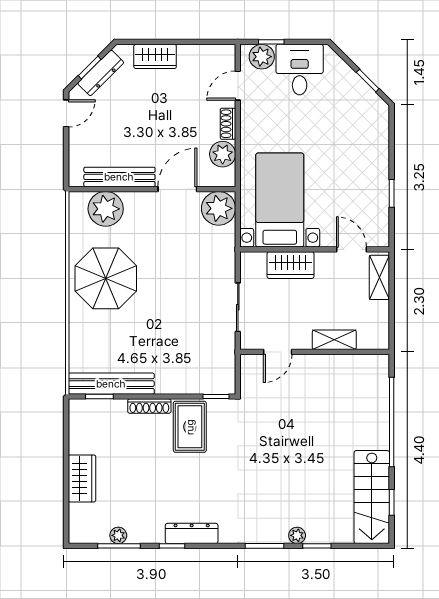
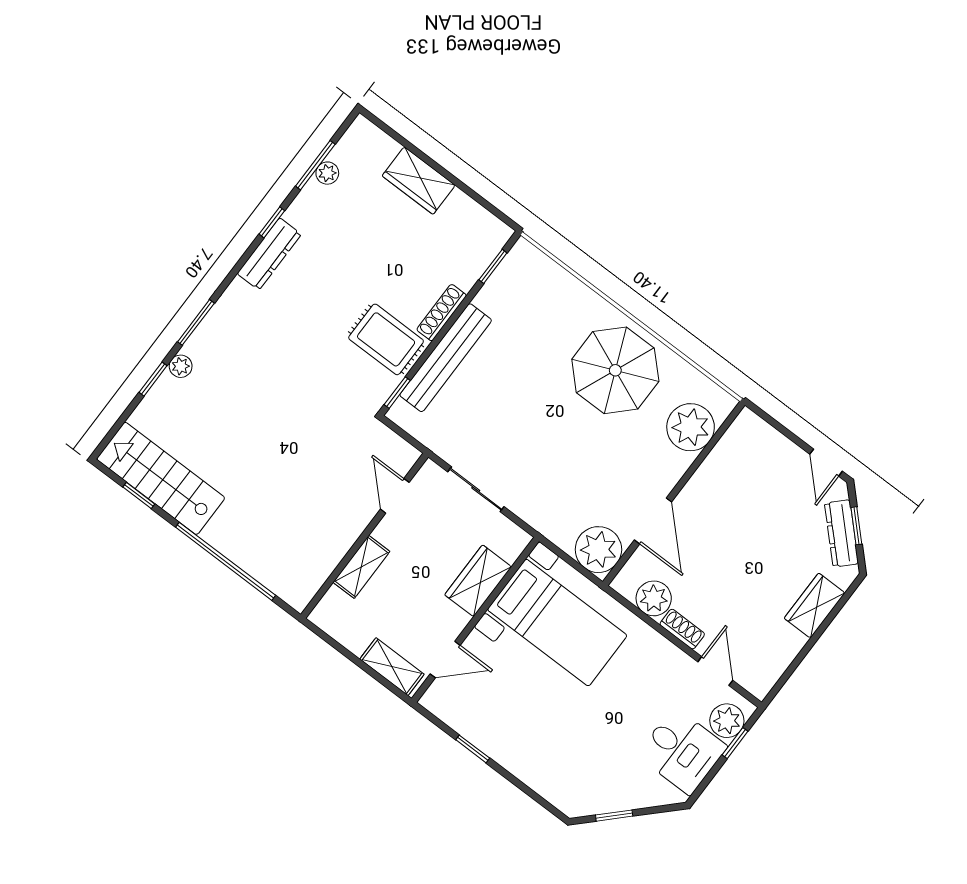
bench: (119, 177) -> (714, 468), removed
bench: (111, 384) -> (446, 358), moved

